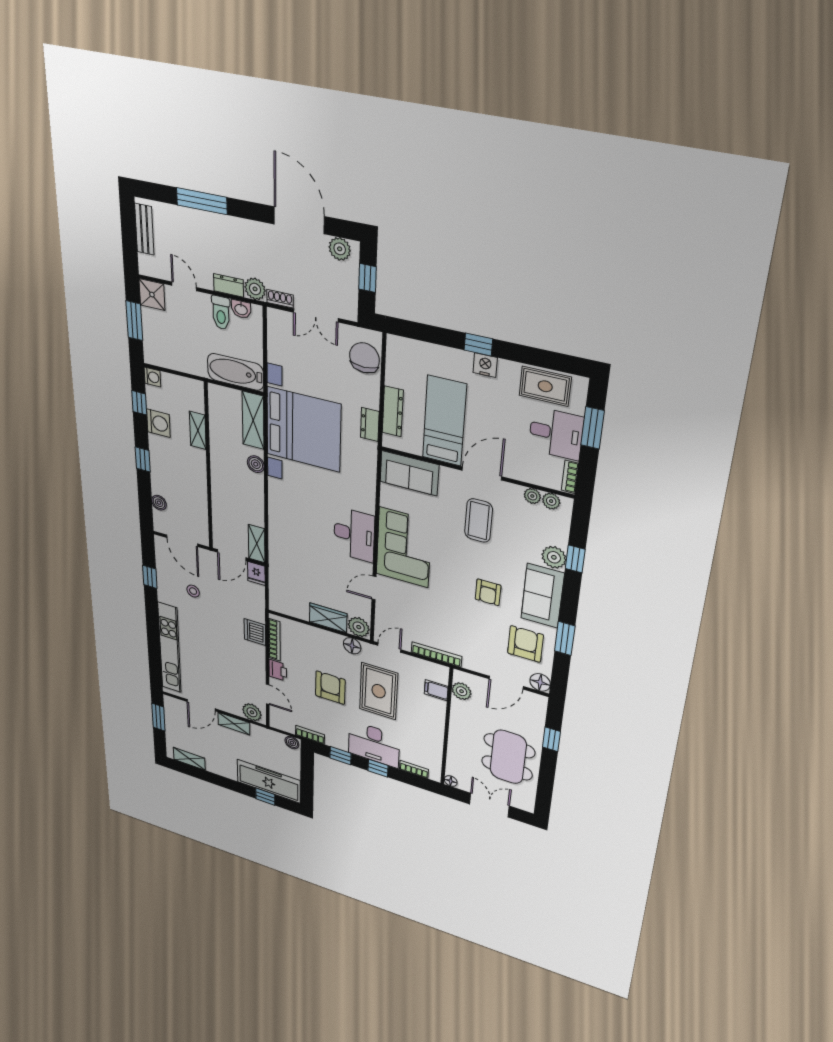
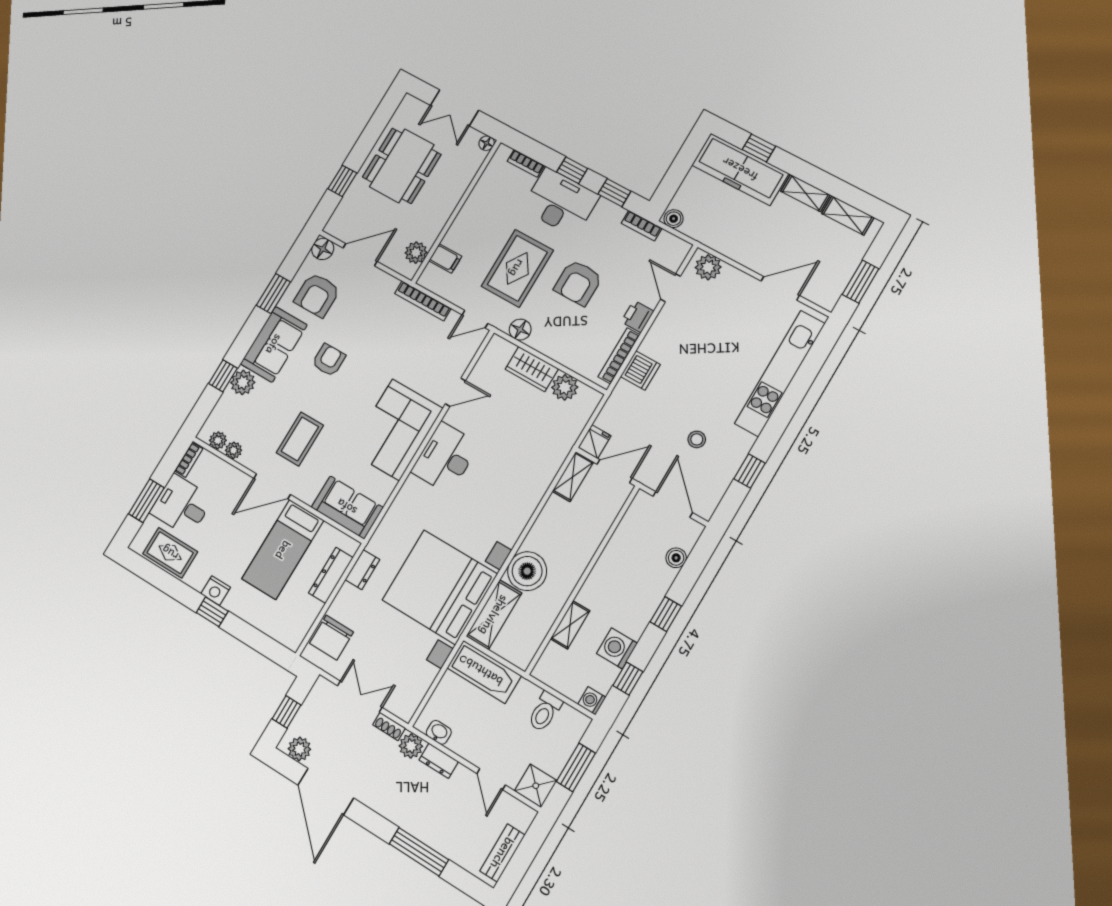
toilet: (221, 313) -> (545, 712), moved, turned 180
boiler: (256, 464) -> (527, 571), width x1.86, depth x1.86
plant: (359, 627) -> (565, 387), moved
shelving: (234, 724) -> (805, 193), moved

